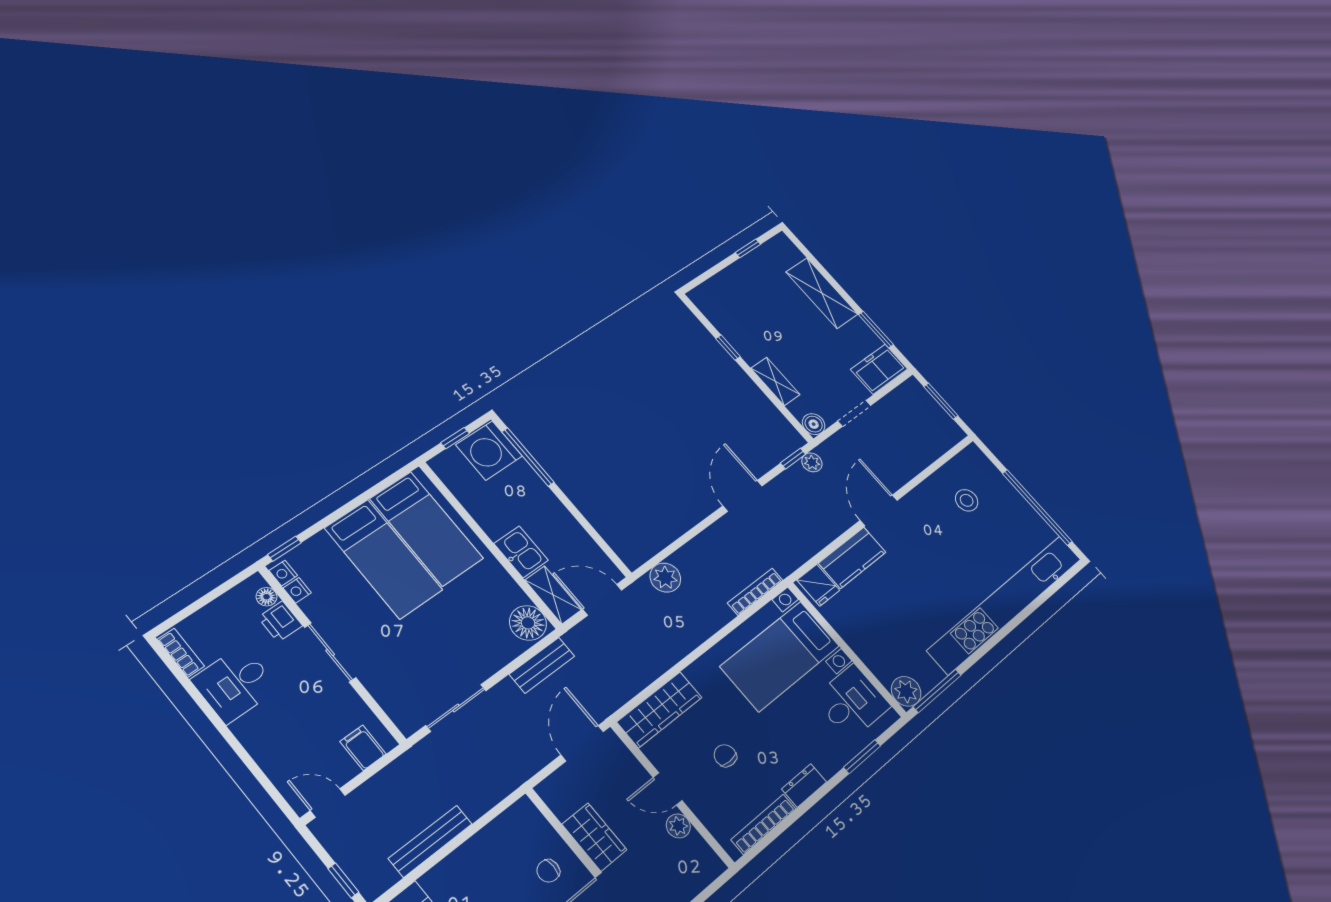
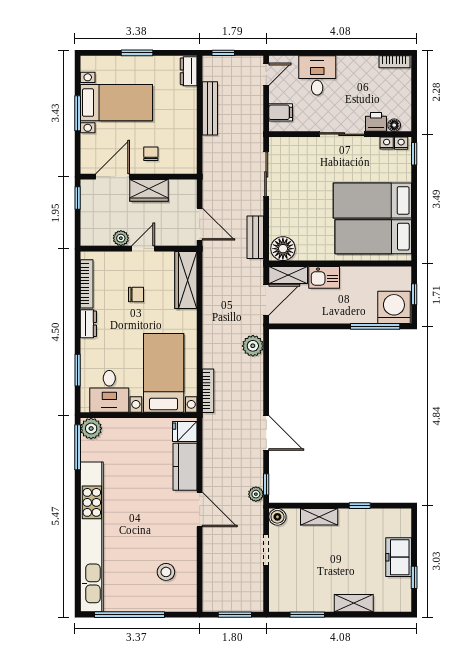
shelving: (822, 293) -> (354, 603), width x0.67, depth x0.75
freezer: (879, 369) -> (399, 557), moved, turned 180
desk: (235, 684) -> (317, 75), moved

